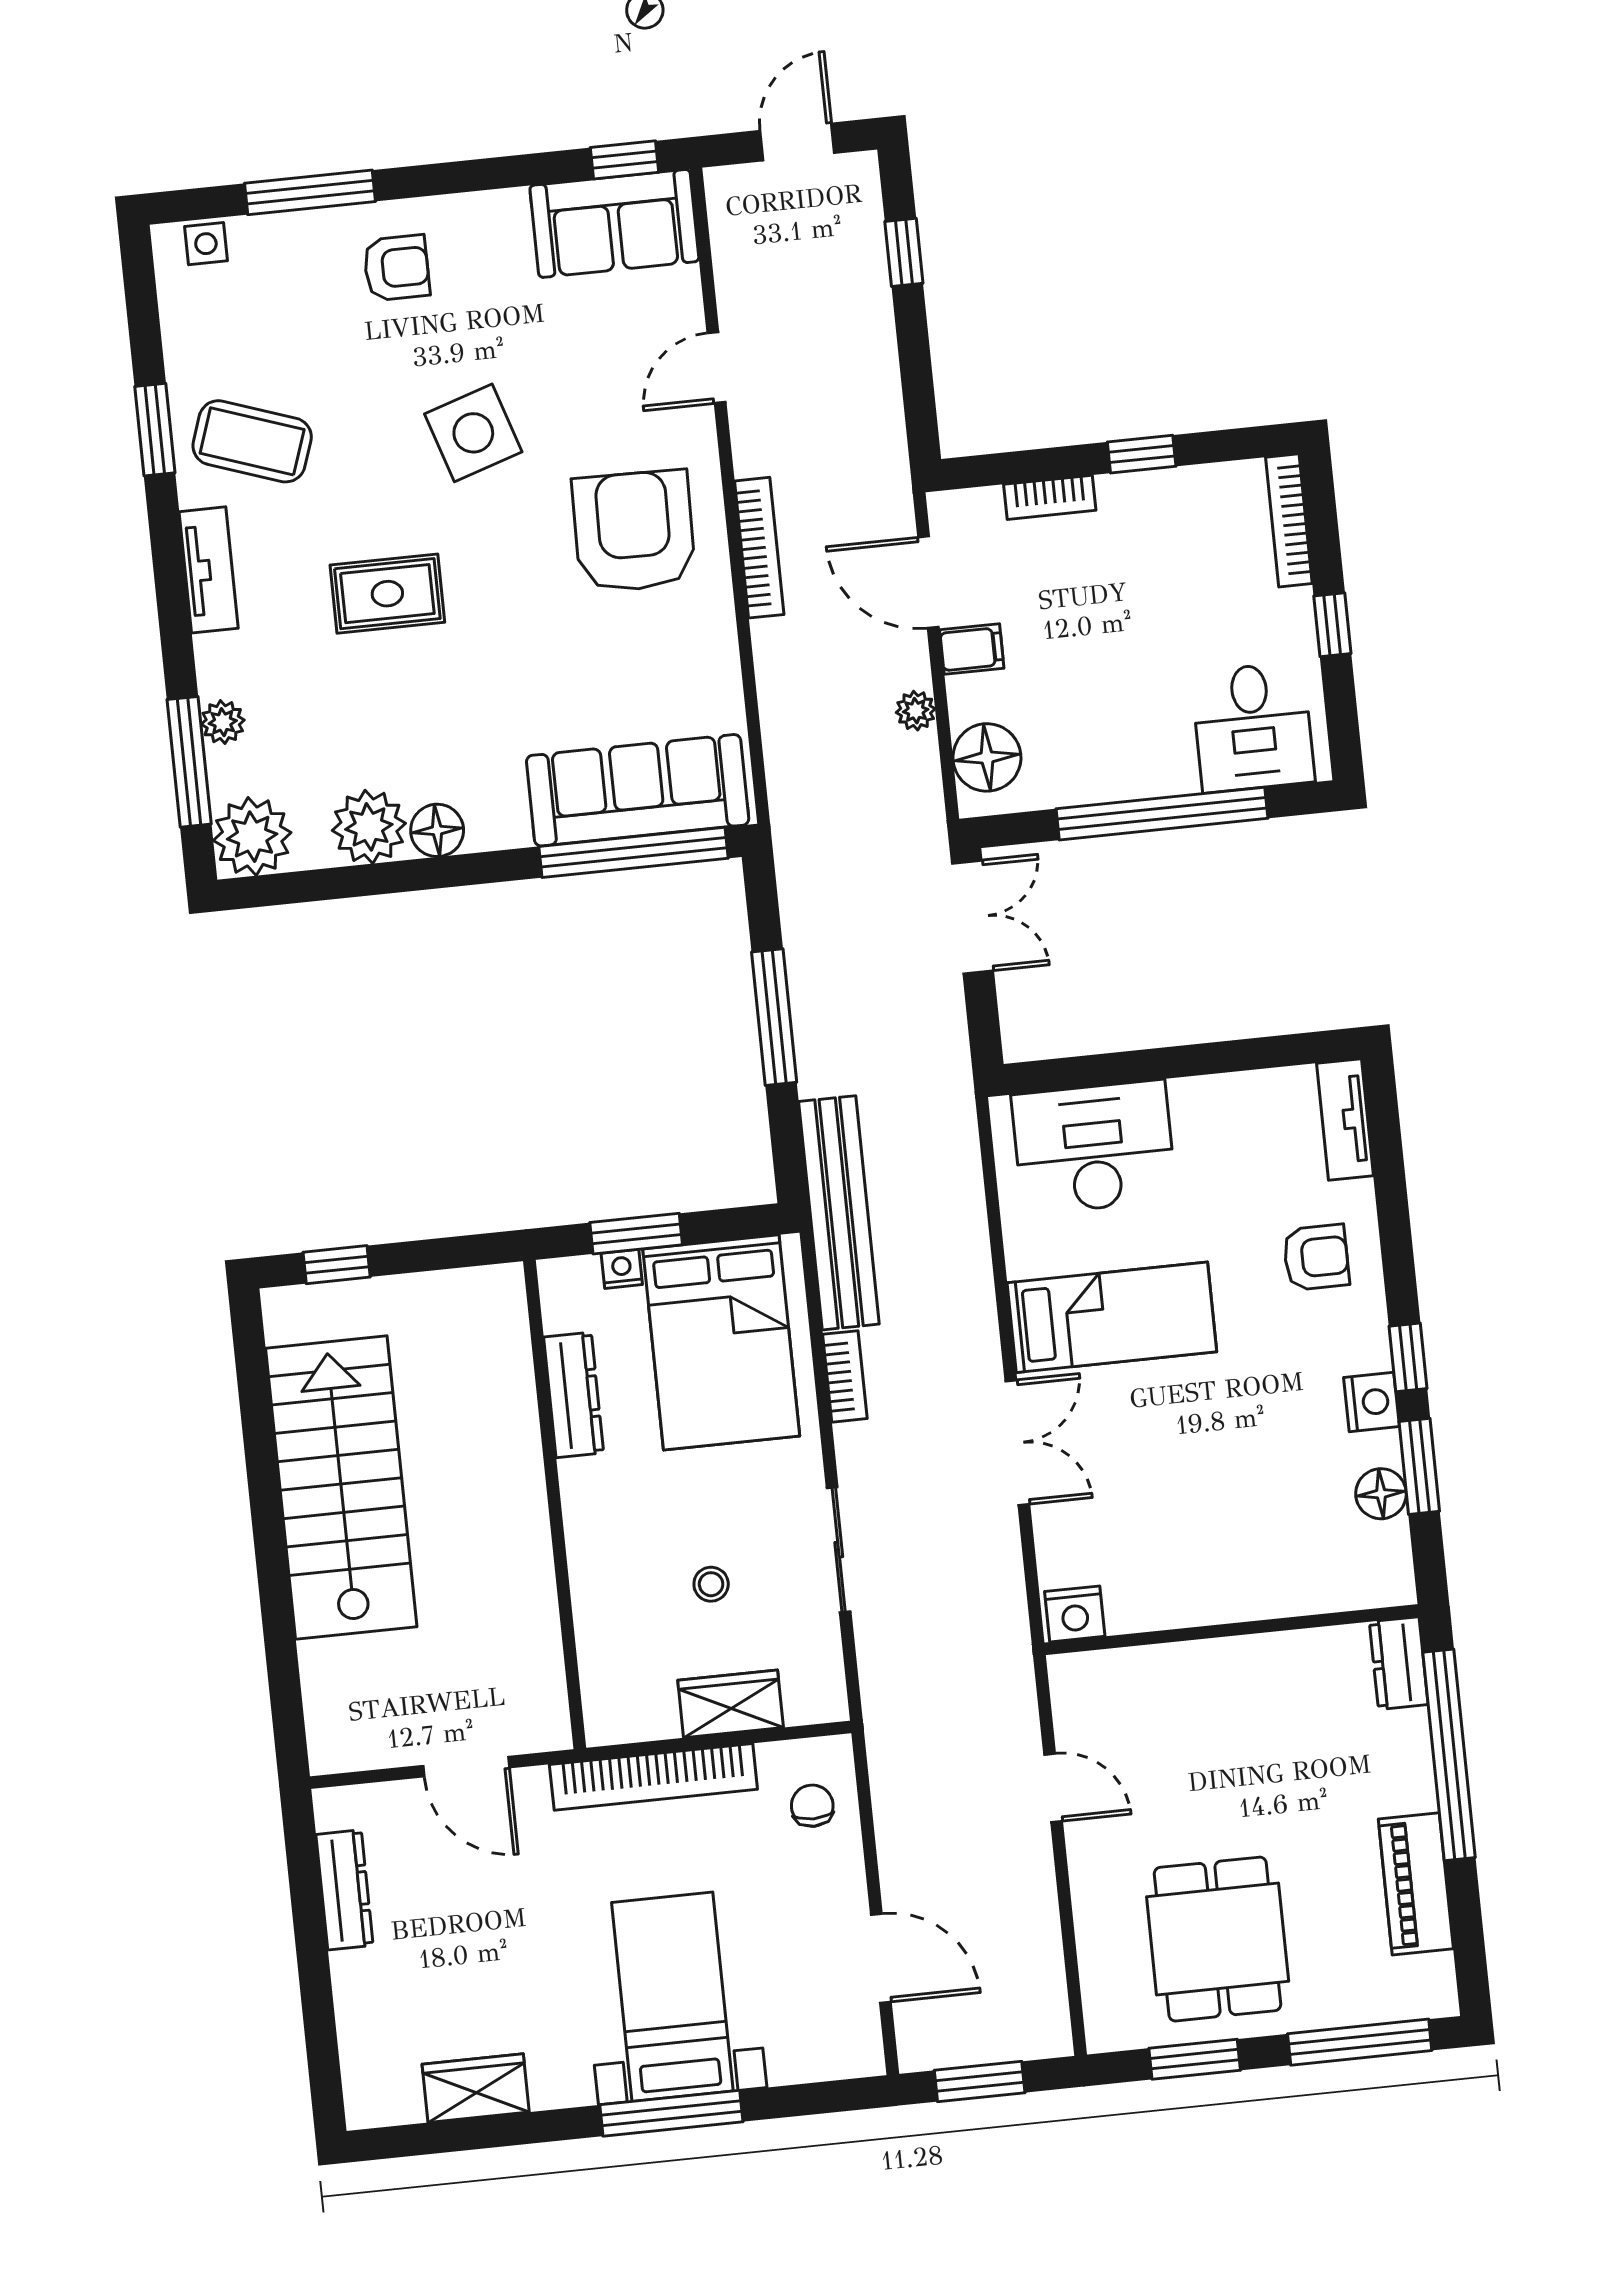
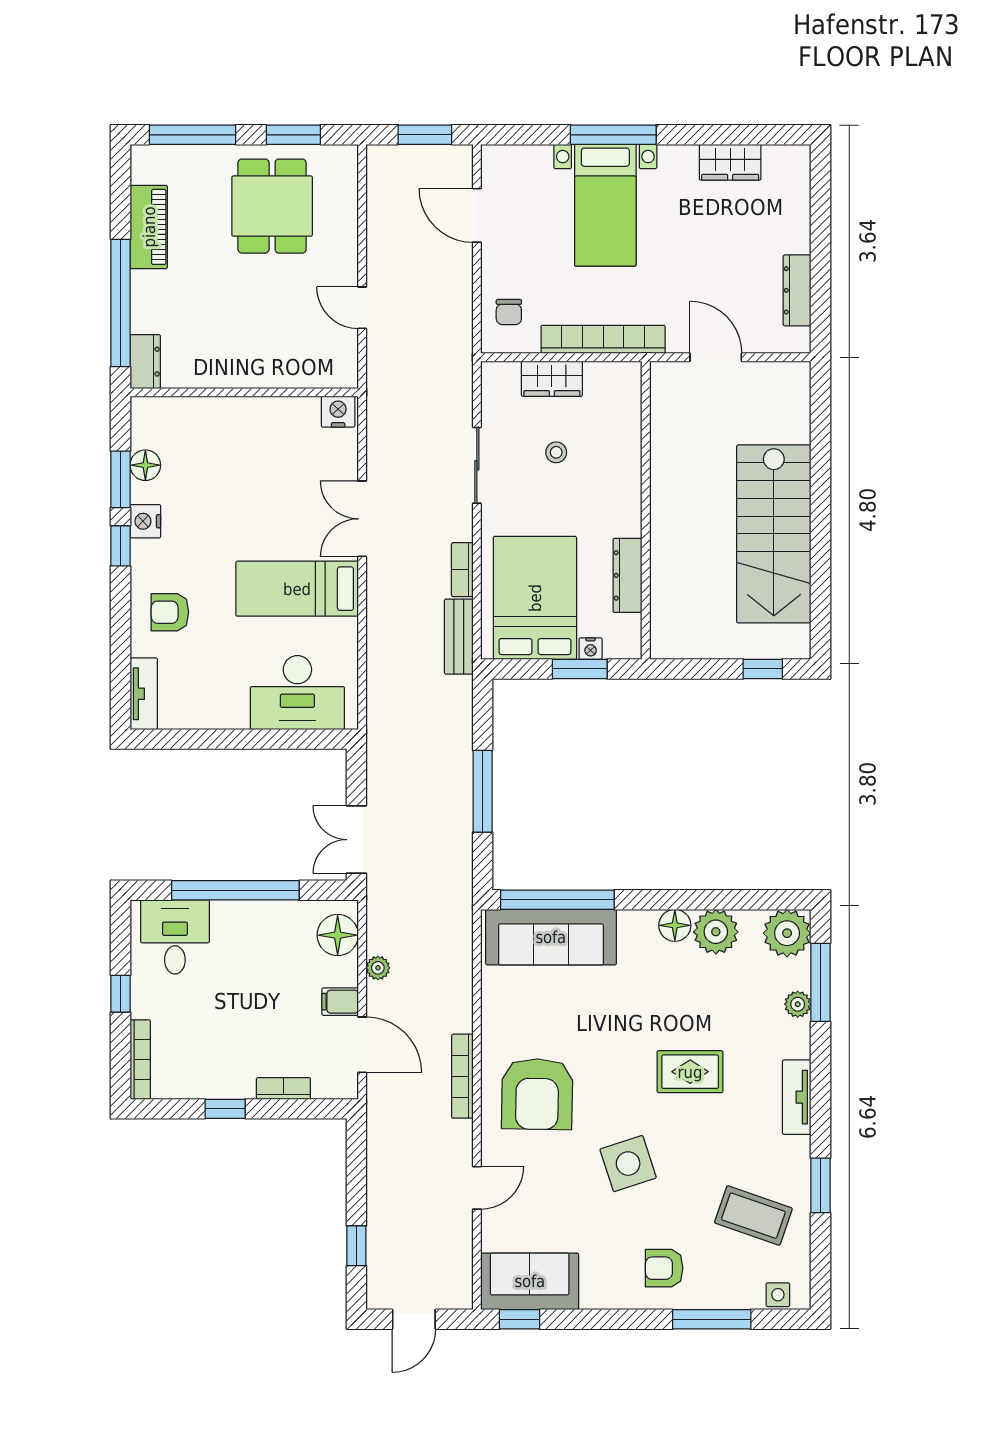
coffee table: (252, 441) -> (753, 1216), moved
bench: (839, 1213) -> (459, 637), width x0.54, depth x0.82

